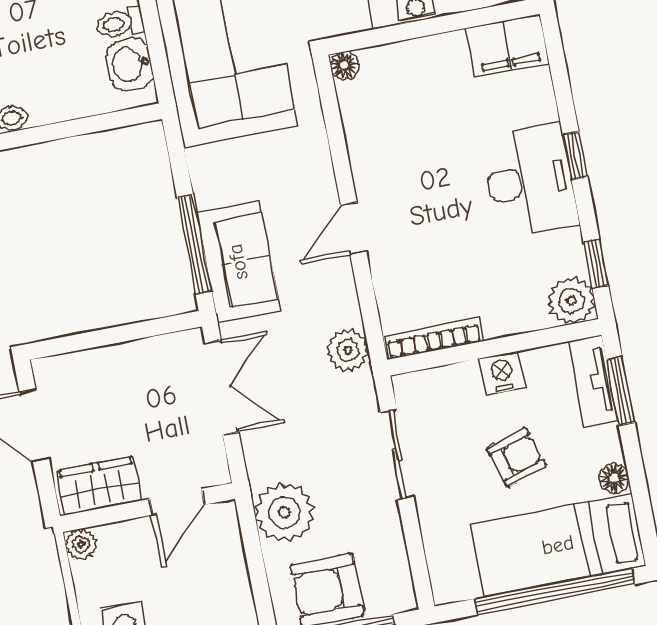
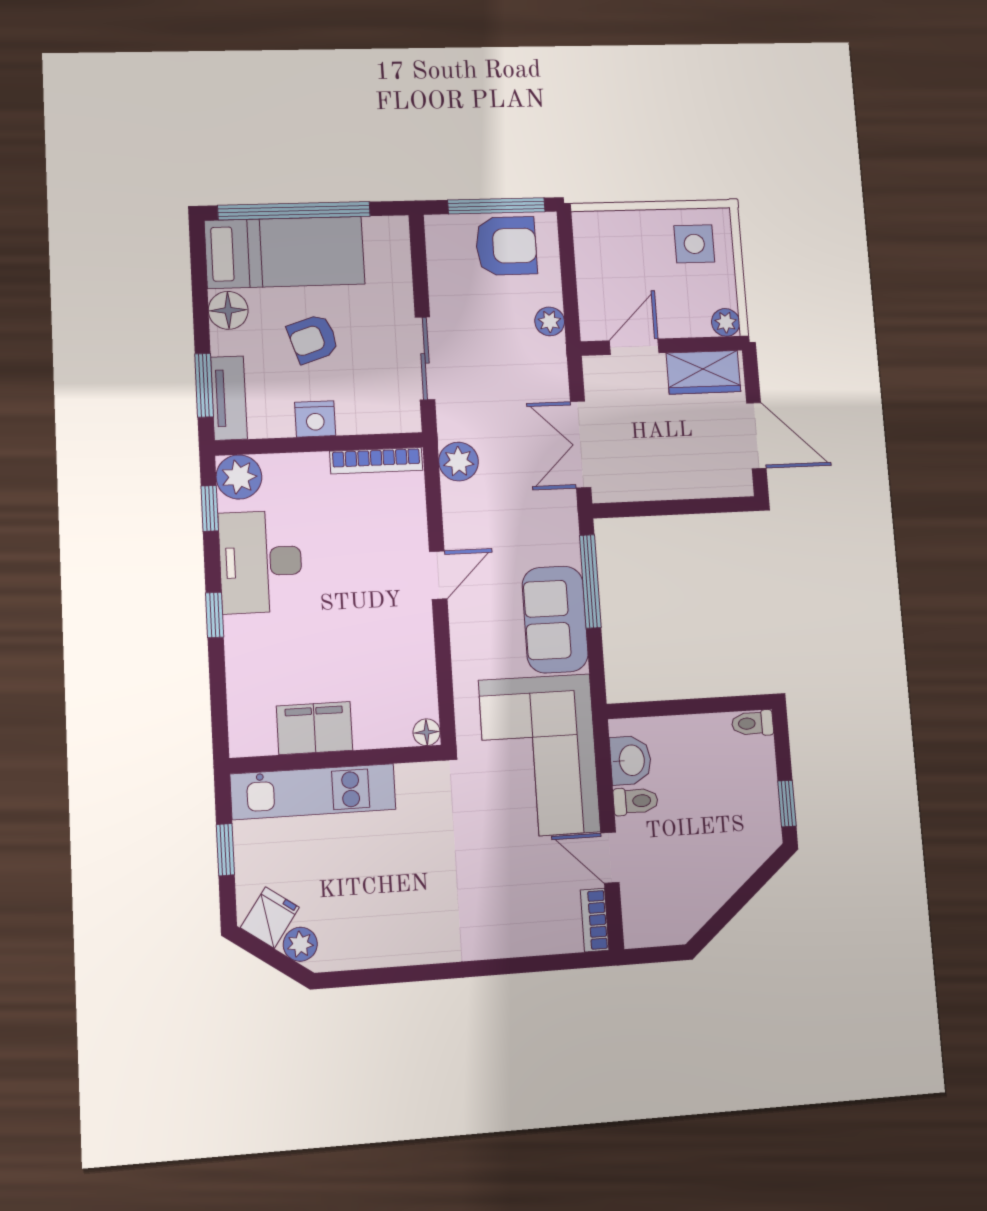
filing cabinet: (508, 45) -> (315, 728), moved
desk: (530, 181) -> (261, 562), moved
sofa: (238, 262) -> (555, 619), moved
floor lamp: (614, 478) -> (228, 310), width x1.37, depth x1.37
plant: (284, 513) -> (550, 321), width x0.53, depth x0.53

